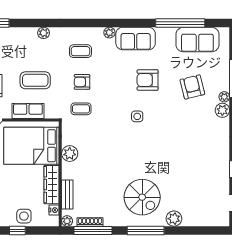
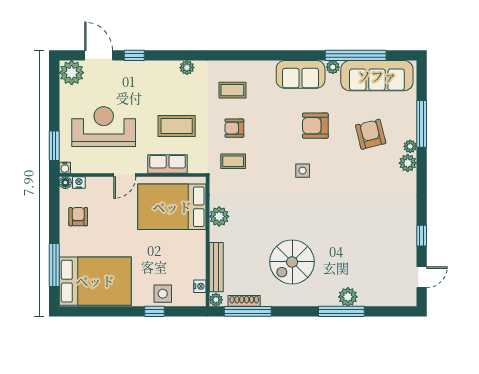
plant: (109, 33) -> (333, 67), moved
sofa: (197, 40) -> (377, 76), width x1.36
wardrobe: (52, 185) -> (197, 255), removed
bench: (67, 195) -> (216, 267), width x1.36
spiral stairs: (142, 197) -> (292, 262), moved, turned 90
window: (146, 230) -> (341, 311), moved

